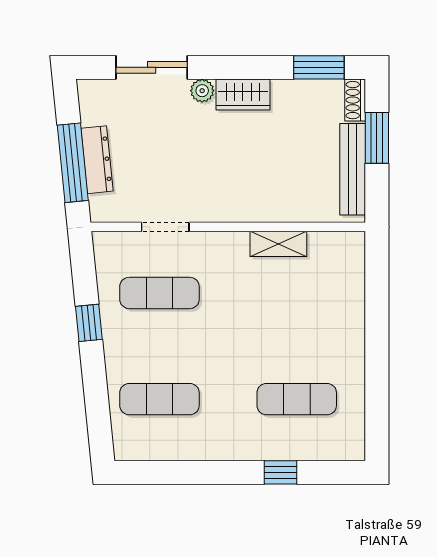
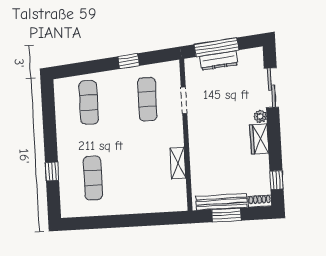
window: (319, 67) -> (277, 180), width x0.67
window: (377, 138) -> (226, 215), moved

